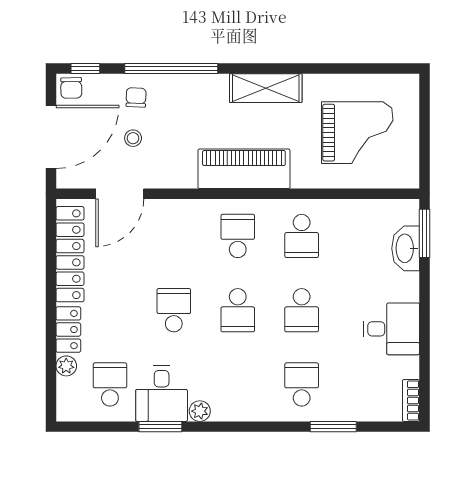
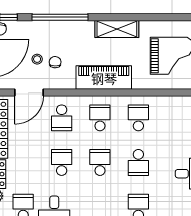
chair: (136, 97) -> (55, 62), moved
school desk: (174, 236) -> (62, 118), added
school desk: (302, 236) -> (138, 118), turned 180
school desk: (238, 310) -> (100, 162), turned 180

